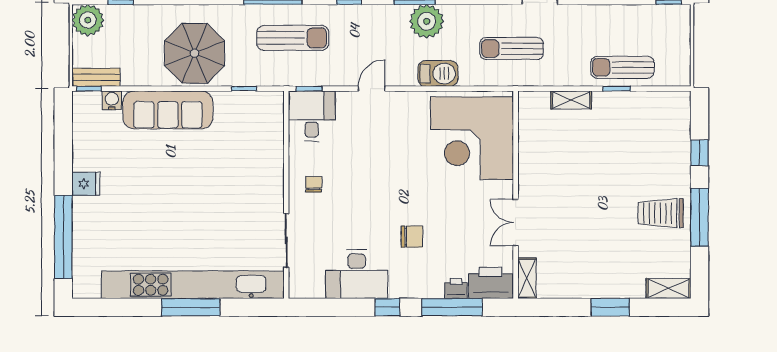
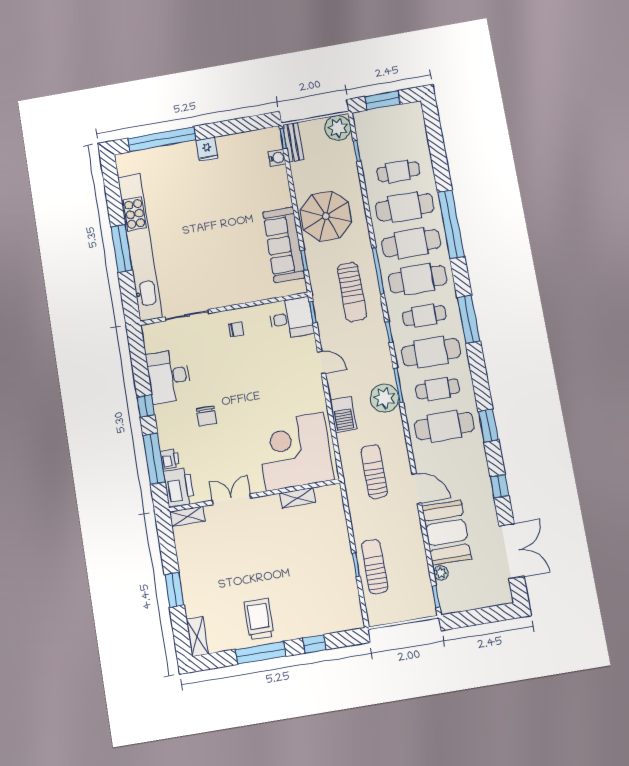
shelving: (571, 100) -> (298, 498), moved, turned 90
sofa: (168, 110) -> (284, 245), moved

